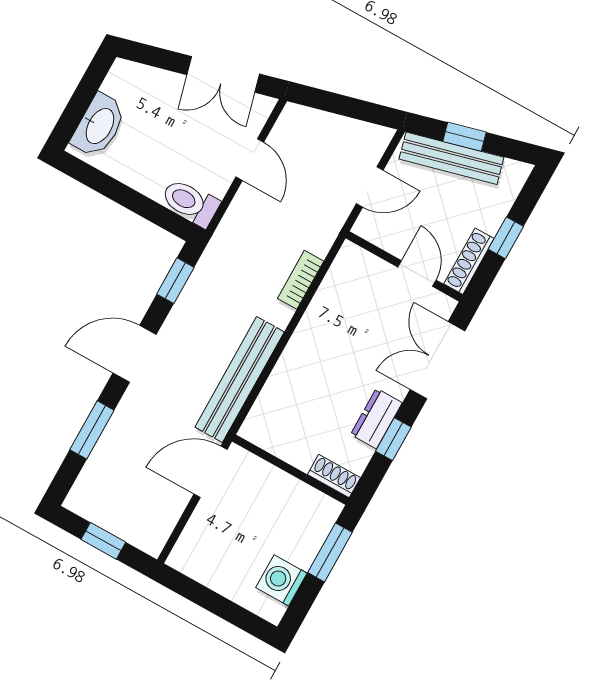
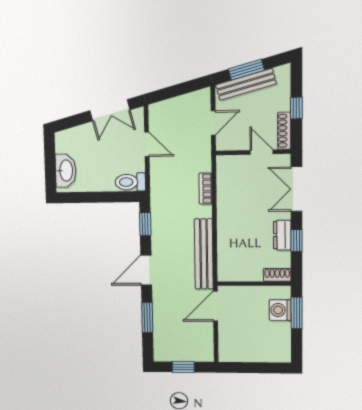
window: (464, 137) -> (246, 70), width x1.50
washing machine: (281, 580) -> (280, 310), moved

